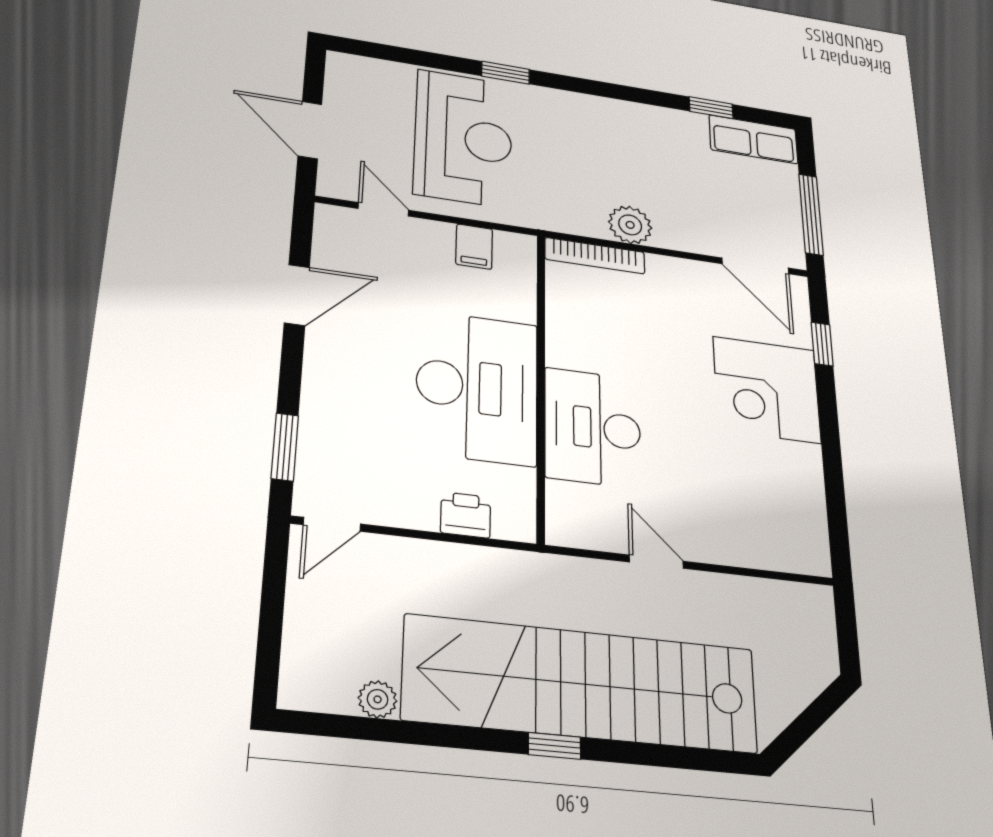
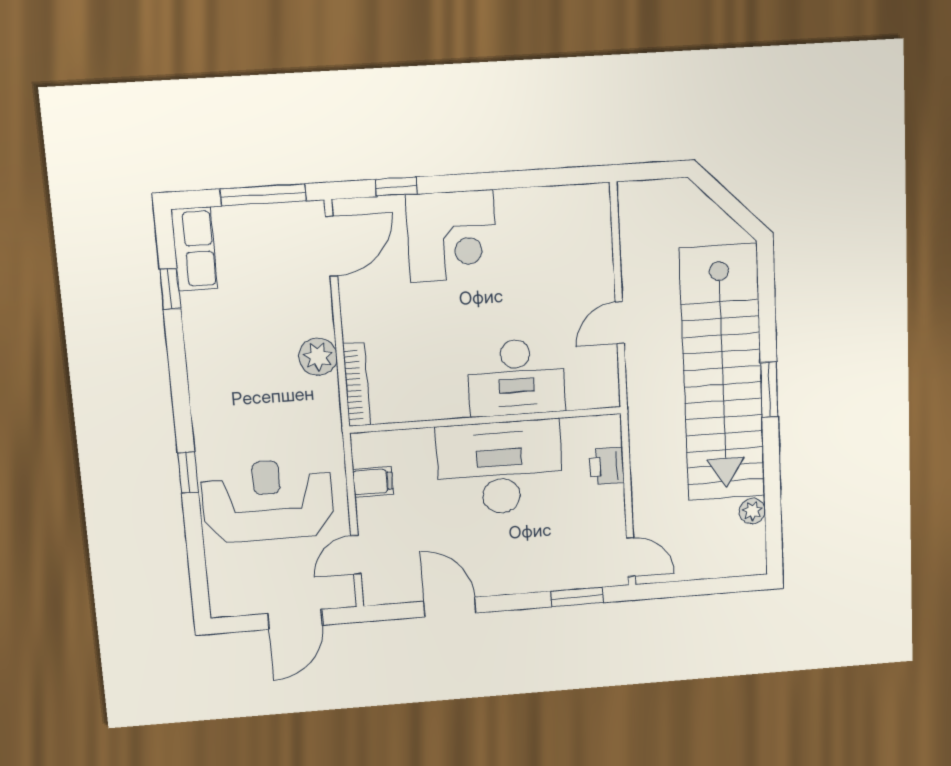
window: (555, 746) -> (769, 390), width x1.50

